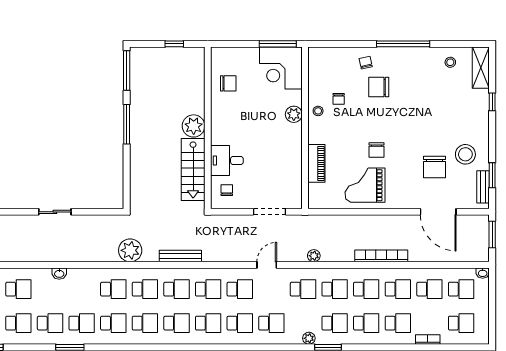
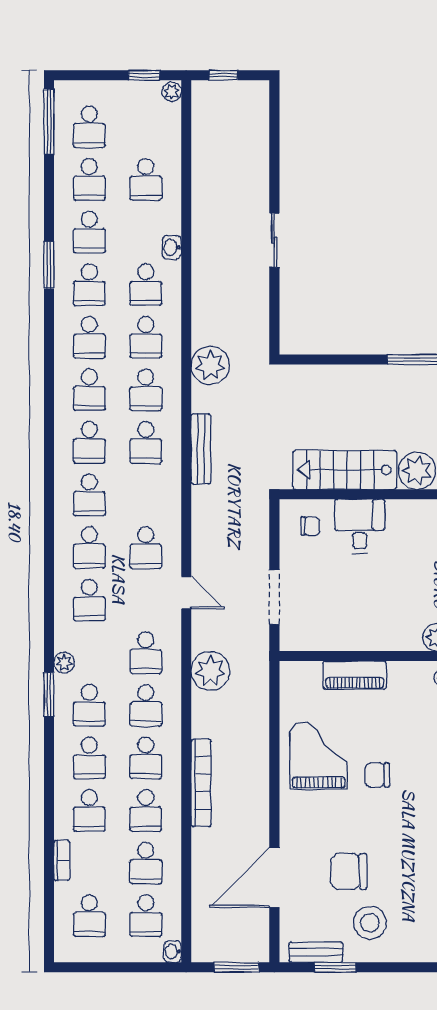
plant: (314, 256) -> (210, 671), width x1.88, depth x1.88
school desk: (208, 289) -> (146, 285), moved

